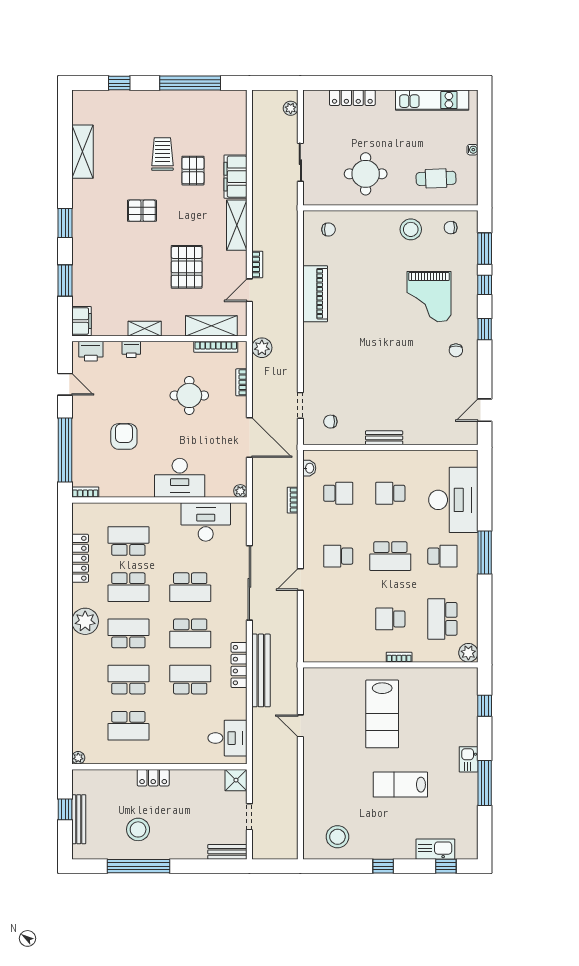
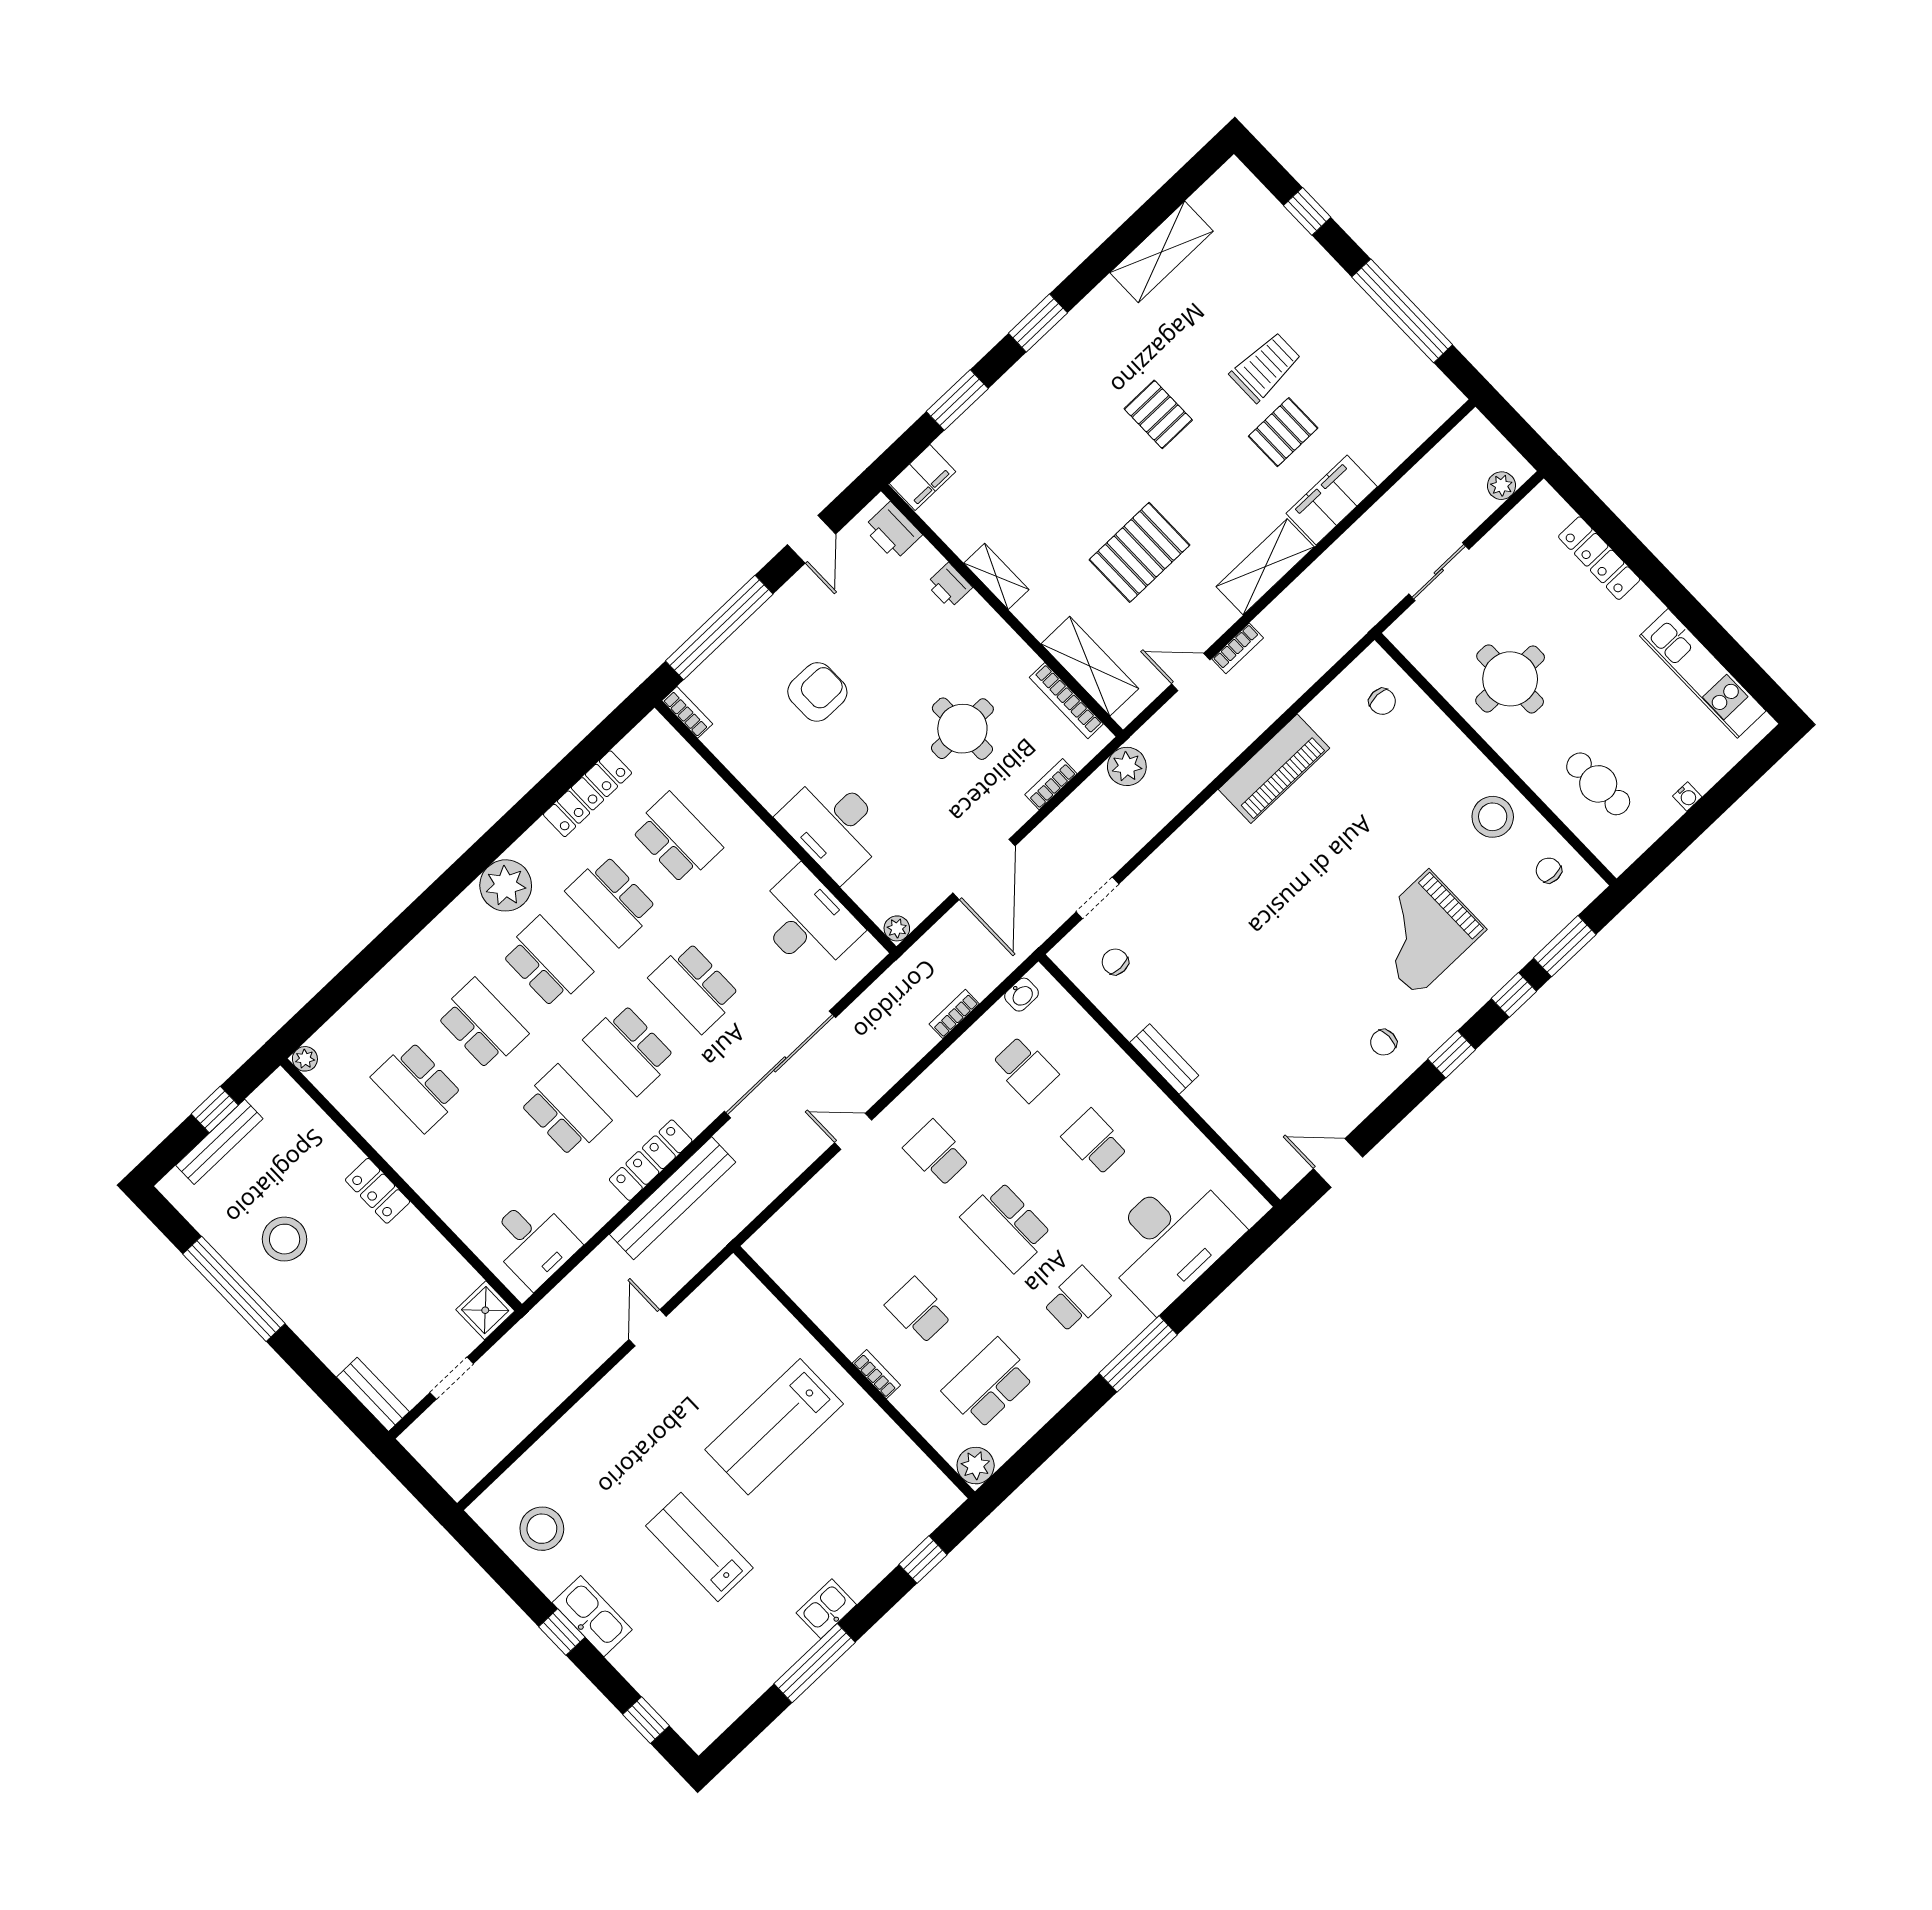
school desk: (442, 556) -> (1077, 1299), turned -90
kitchen sink: (435, 849) -> (592, 1616), moved

